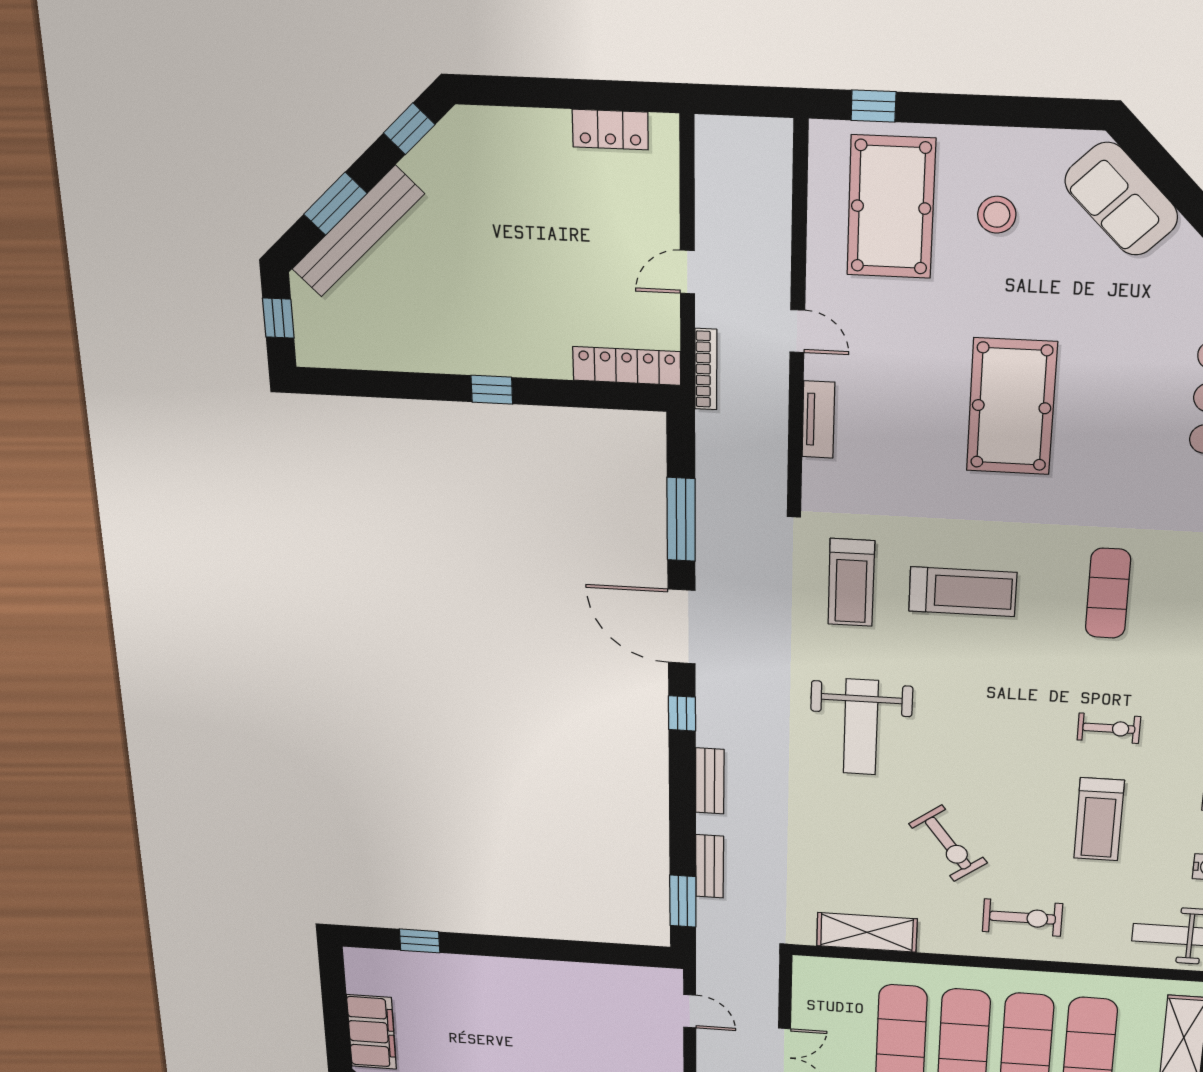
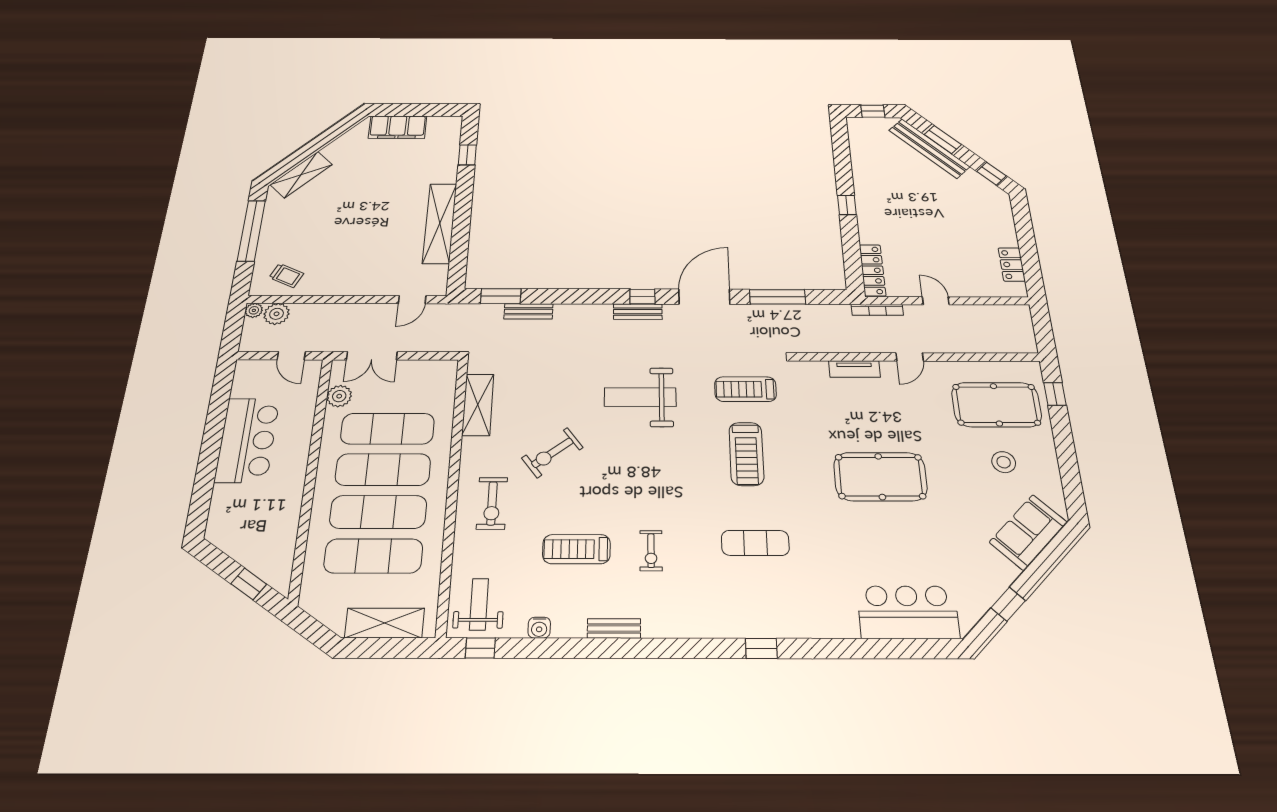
bench: (710, 781) -> (638, 312), moved
shelving: (552, 977) -> (440, 223), added

